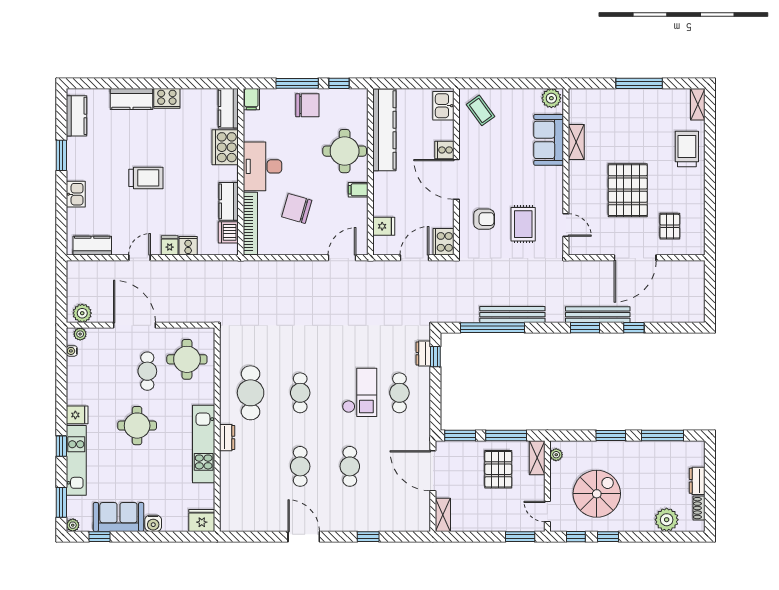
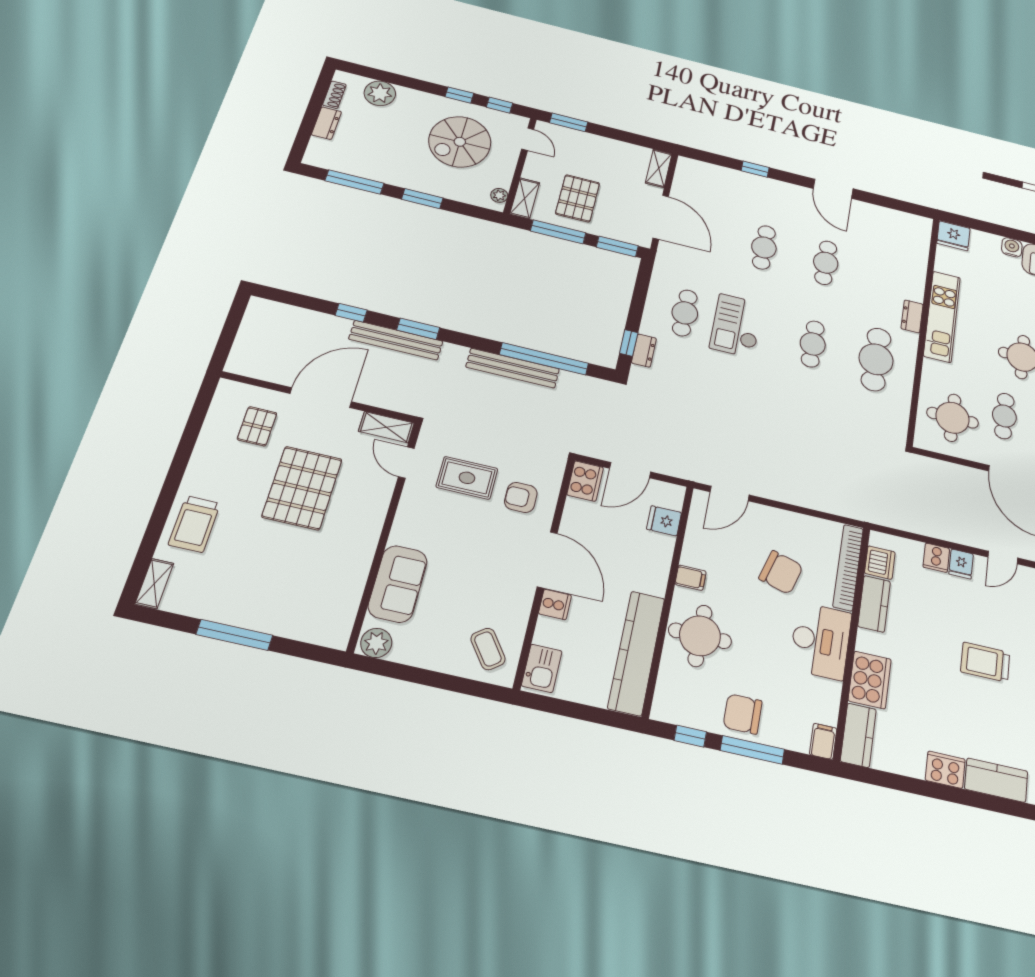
shelving: (576, 142) -> (386, 427), moved, turned 90
rug: (523, 224) -> (467, 478), turned 90

